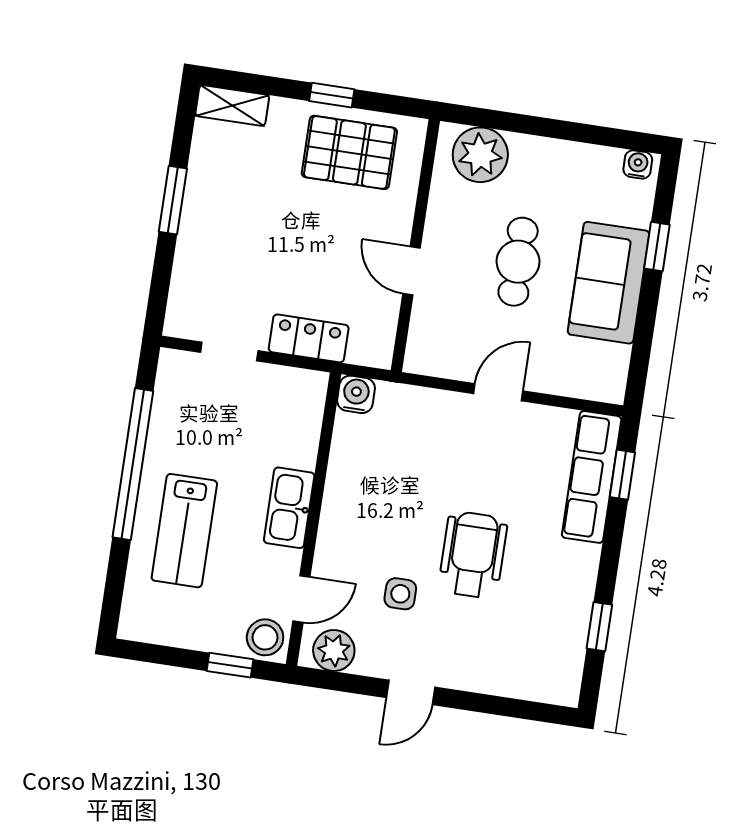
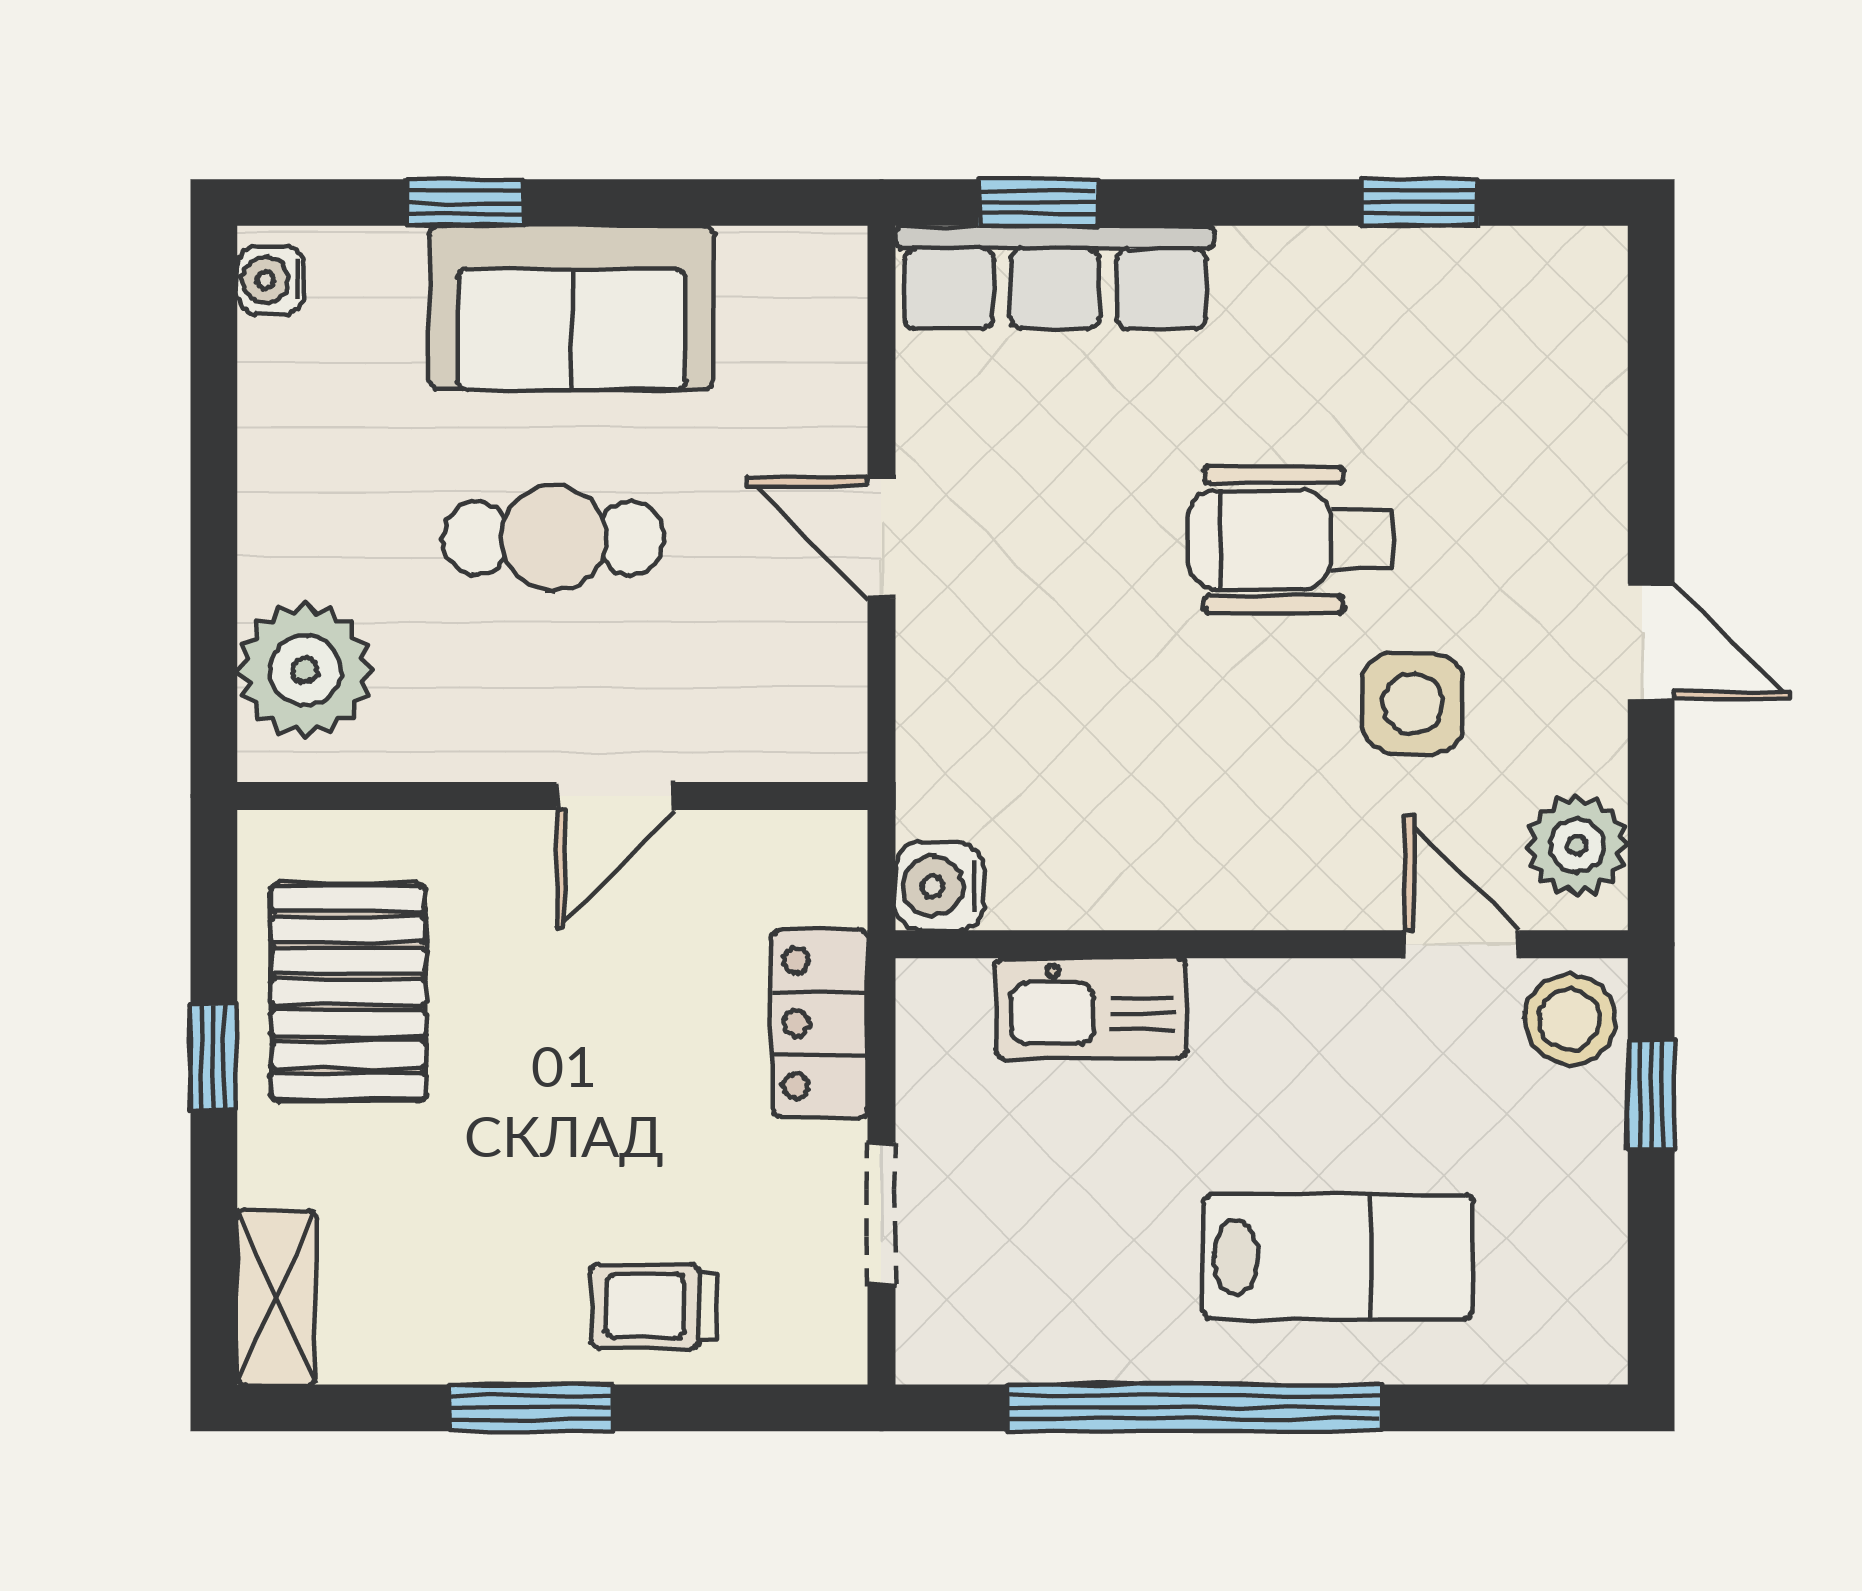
trolley: (206, 255) -> (654, 1306), added
kitchen sink: (289, 508) -> (1091, 1008), moved
side table: (400, 594) -> (1413, 703), width x1.37, depth x1.37

